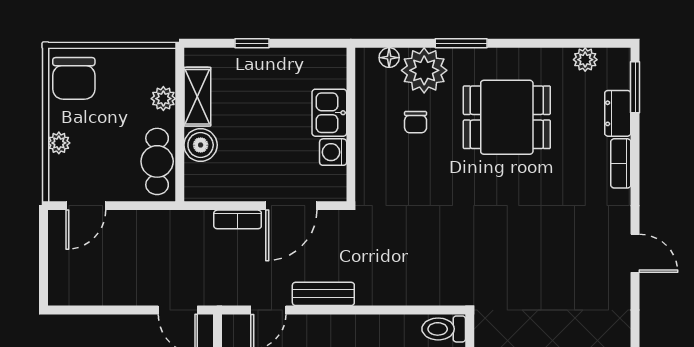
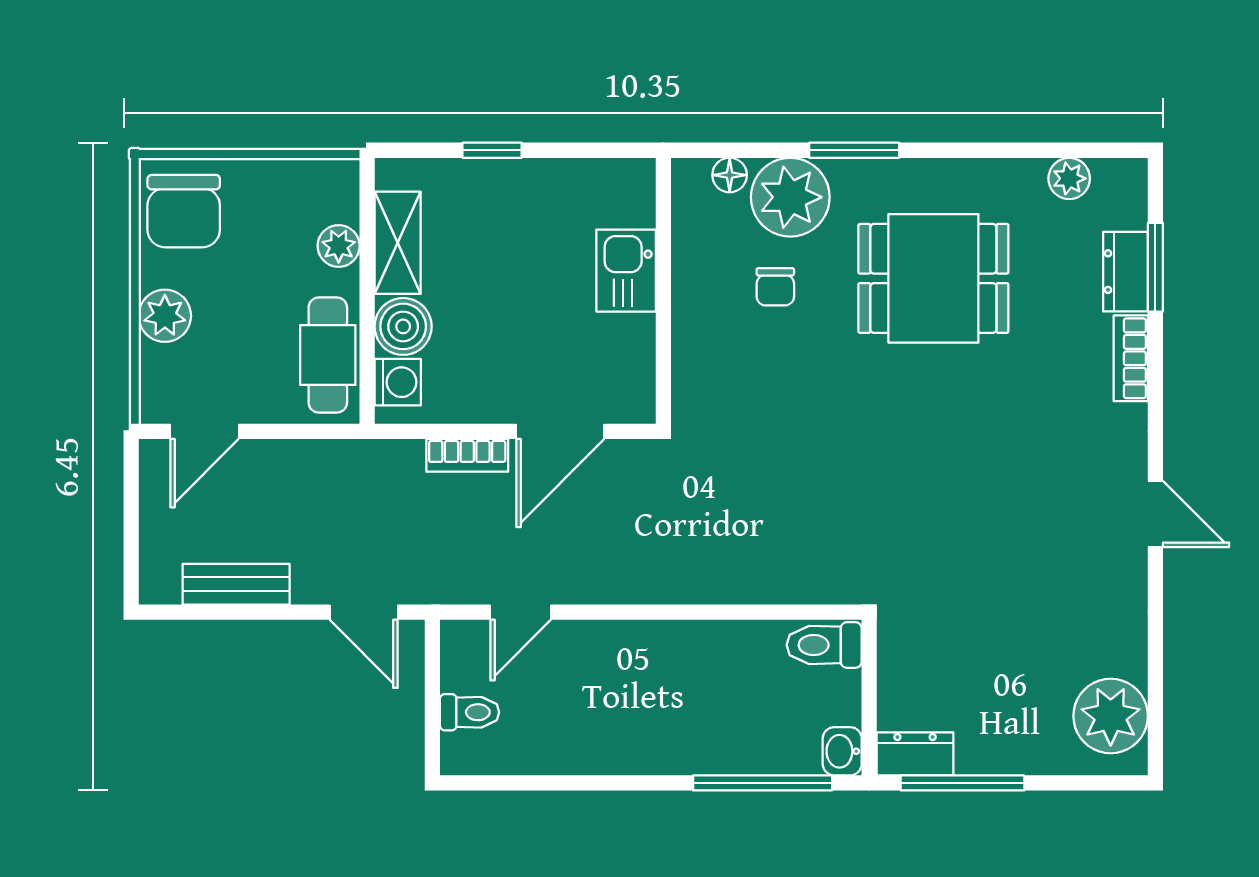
window: (635, 87) -> (1155, 267), moved
plant: (59, 143) -> (165, 316), width x1.38, depth x1.38
washing machine: (333, 152) -> (398, 382), moved, turned 180
bench: (323, 294) -> (236, 584), moved

